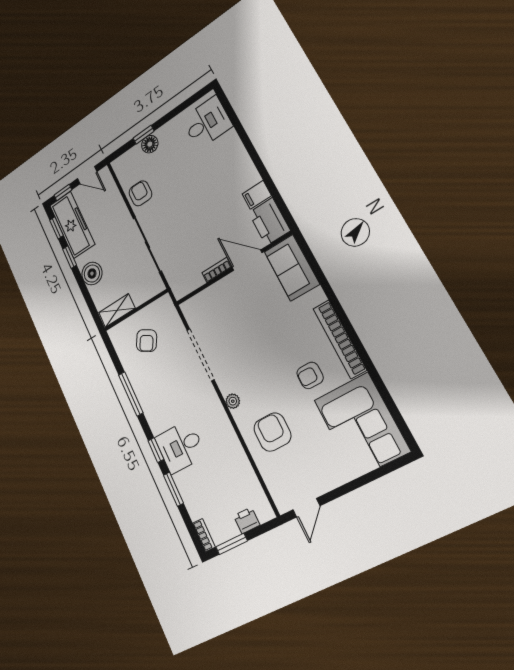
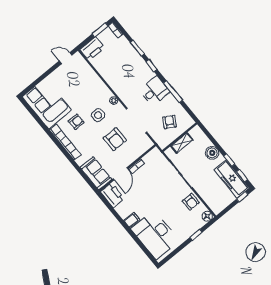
desk: (207, 122) -> (155, 235), width x1.87, depth x1.30
floor lamp: (150, 144) -> (207, 216), moved
door: (87, 175) -> (228, 209), removed
filing cabinet: (257, 195) -> (132, 220), moved
door: (247, 260) -> (121, 174), hinge flipped
shelving: (117, 310) -> (182, 143), moved
side table: (266, 380) -> (98, 115), added
armchair: (272, 432) -> (115, 139), moved
desk: (180, 447) -> (155, 91), moved
door: (306, 508) -> (66, 58), hinge flipped
printer: (247, 520) -> (92, 49), width x1.87, depth x1.48

